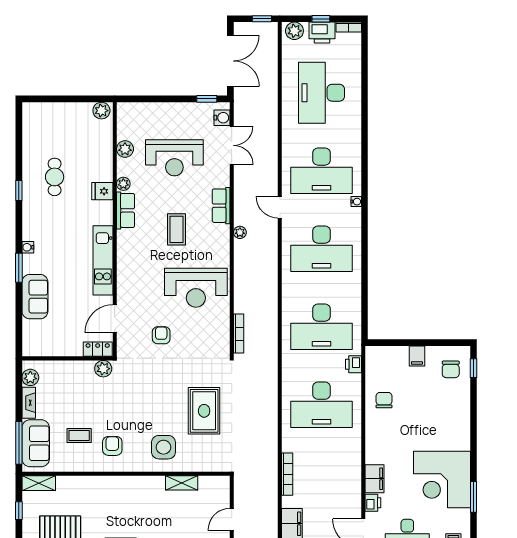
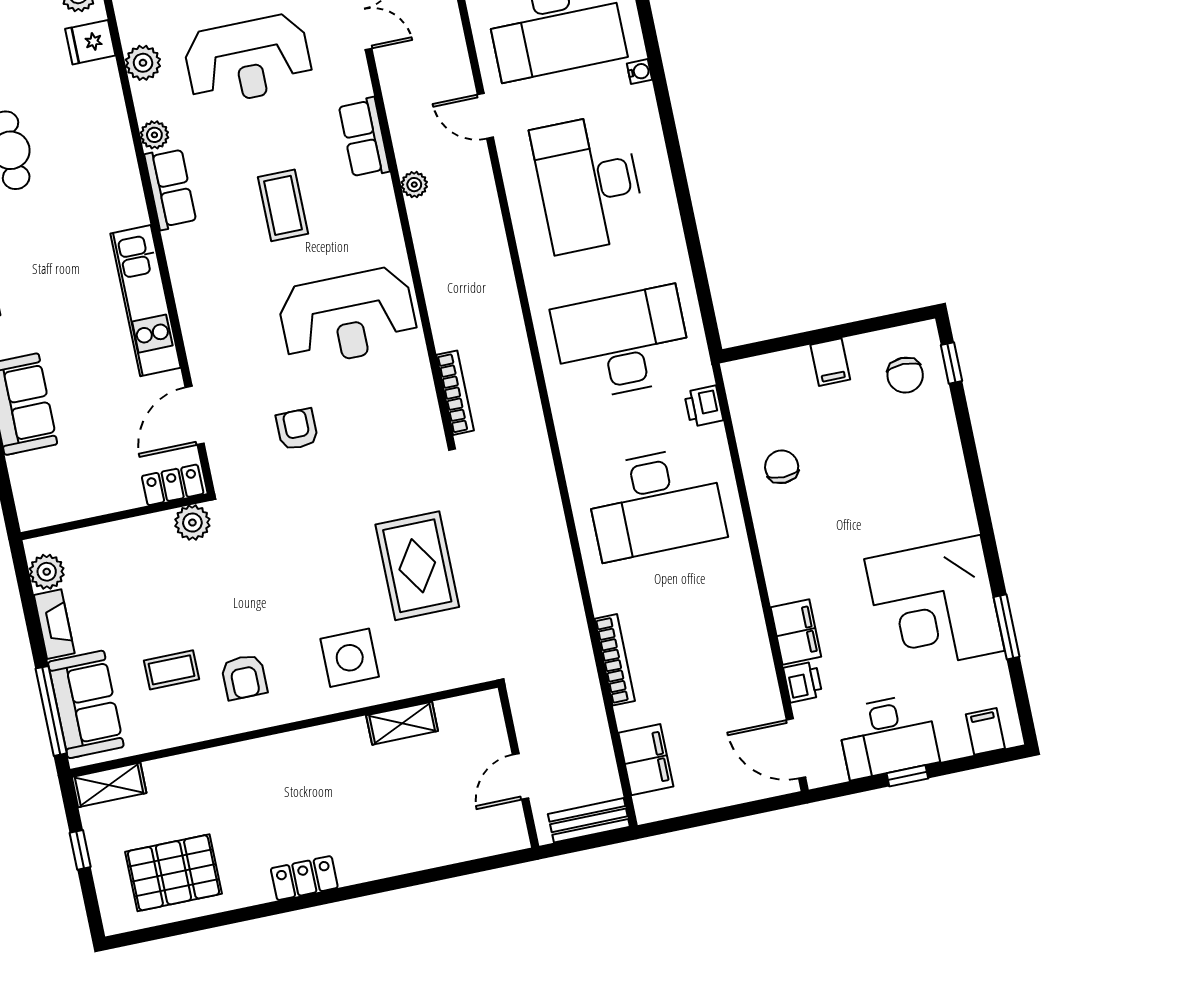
fridge: (102, 191) -> (90, 42), moved
desk: (322, 249) -> (589, 183), turned 90
desk: (322, 327) -> (622, 343), turned 180
armchair: (112, 446) -> (244, 677), turned 180

